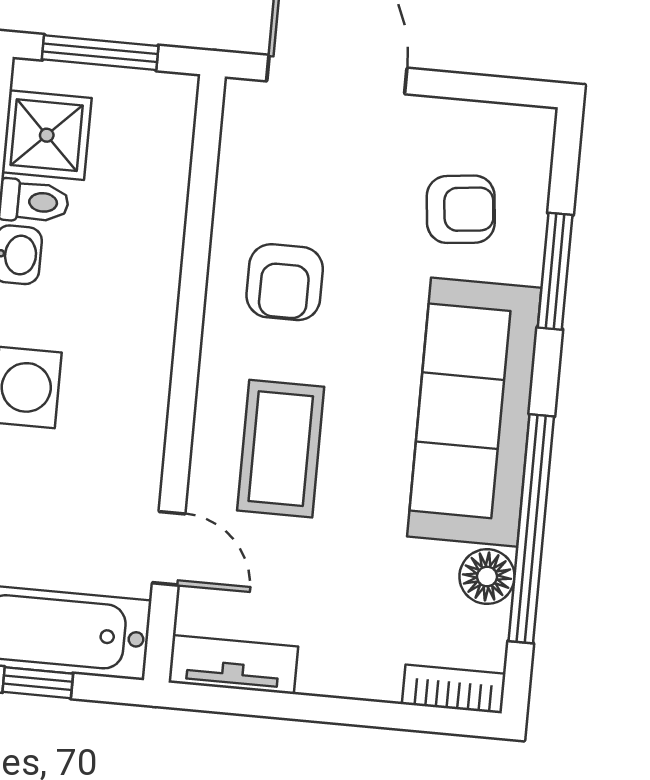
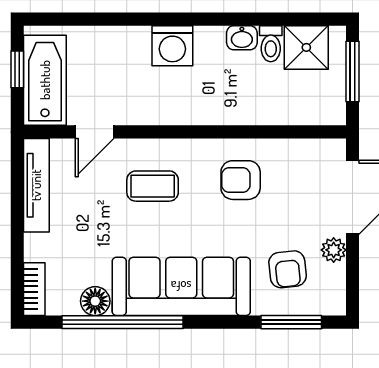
plant: (432, 119) -> (334, 250), added
window: (555, 271) -> (291, 322), moved
coffee table: (281, 449) -> (153, 186), width x0.73, depth x0.77
tv unit: (233, 665) -> (36, 185), width x1.41

